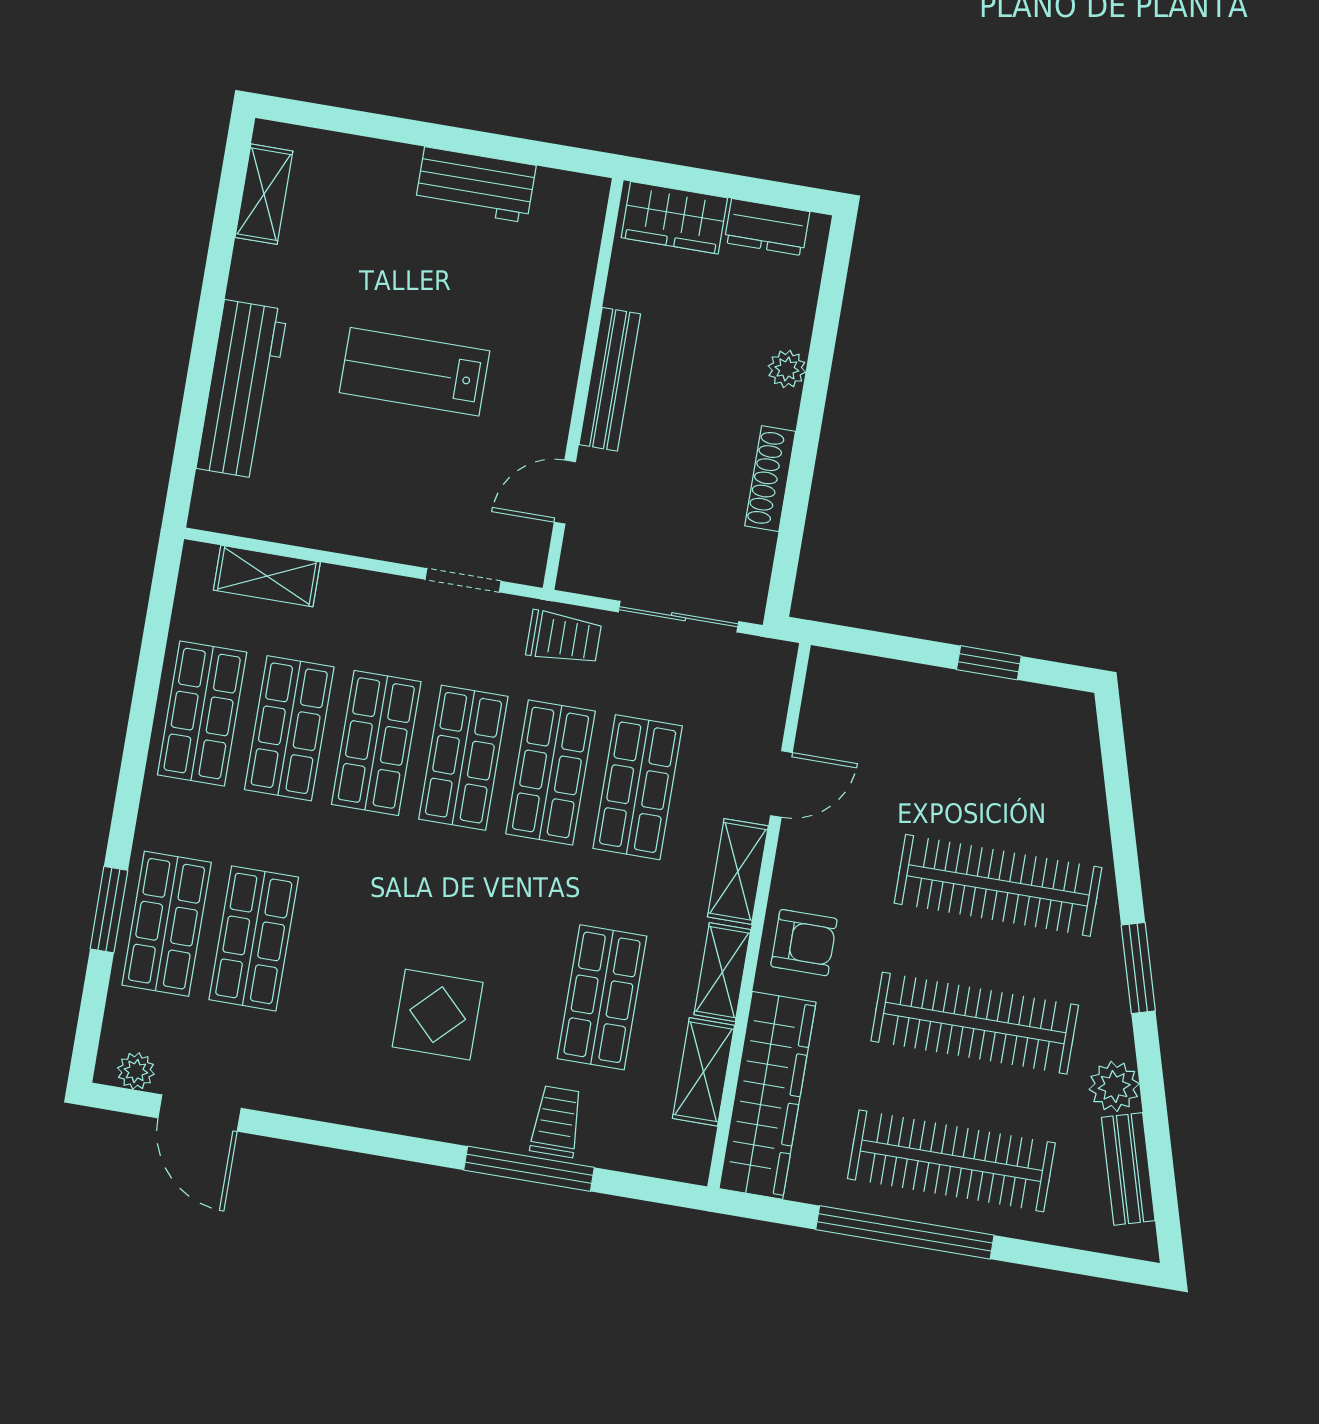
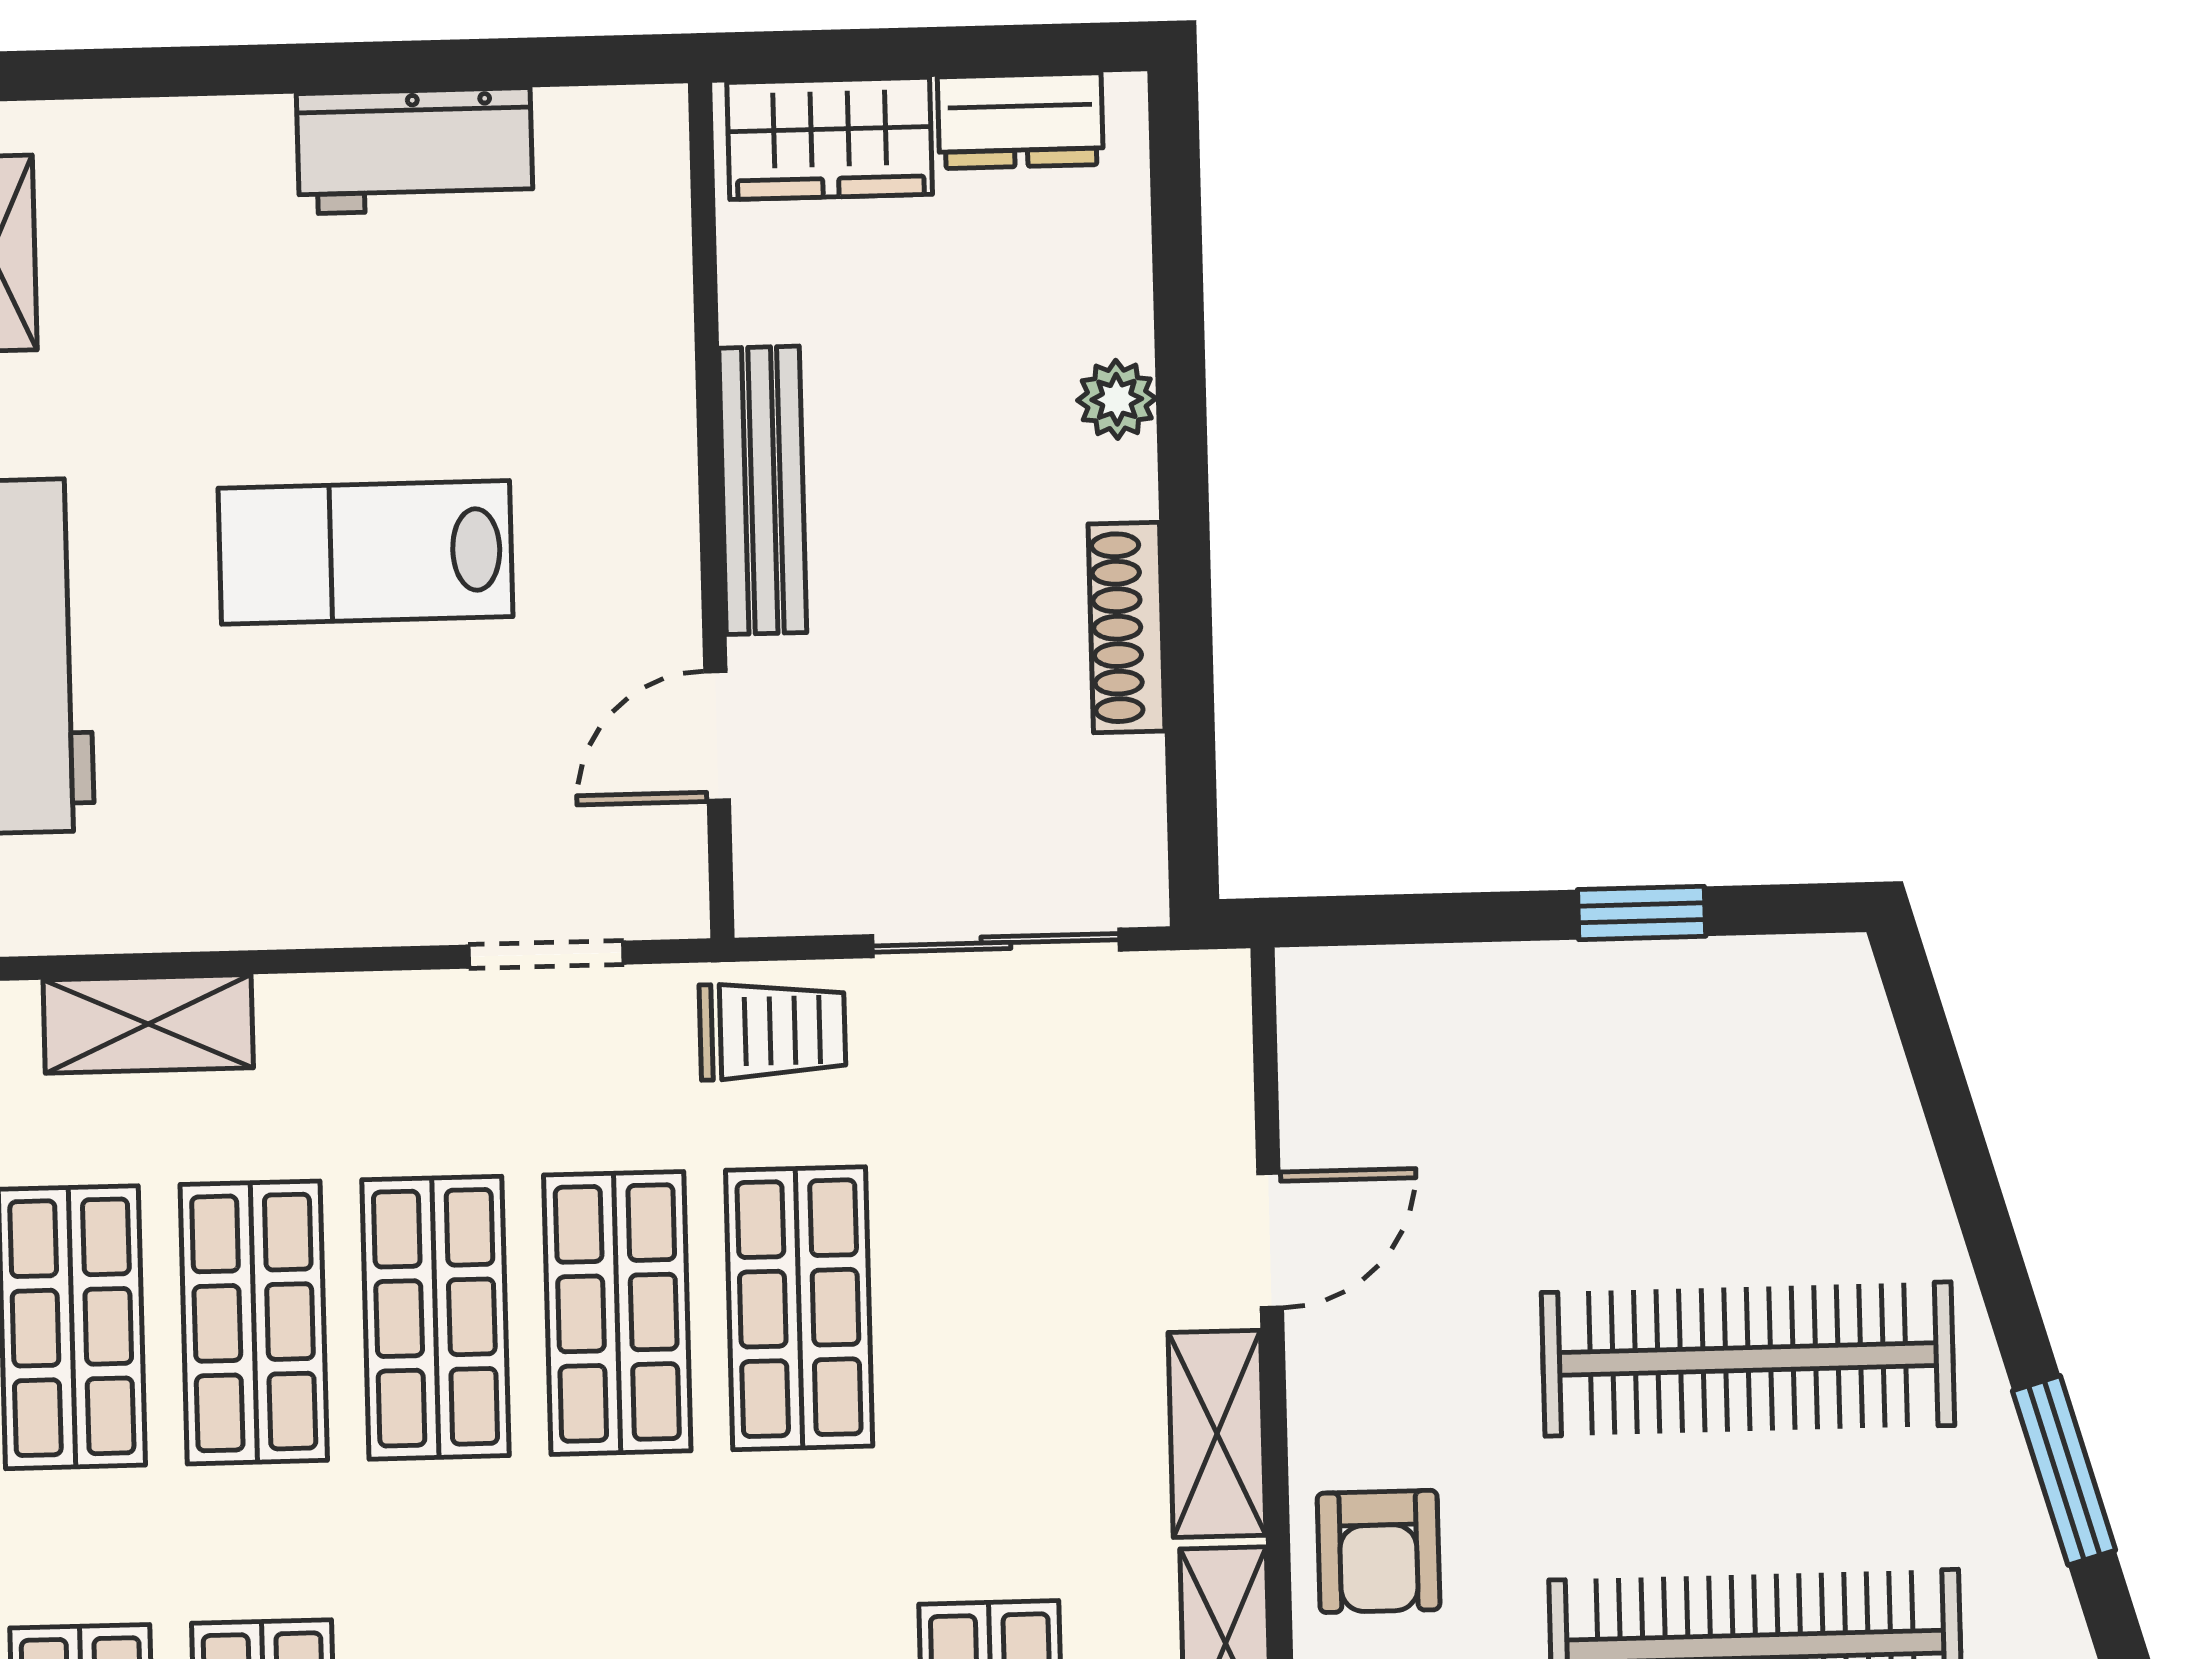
shop shelf: (638, 787) -> (981, 1303), removed
armchair: (804, 943) -> (1379, 1551), turned 90

